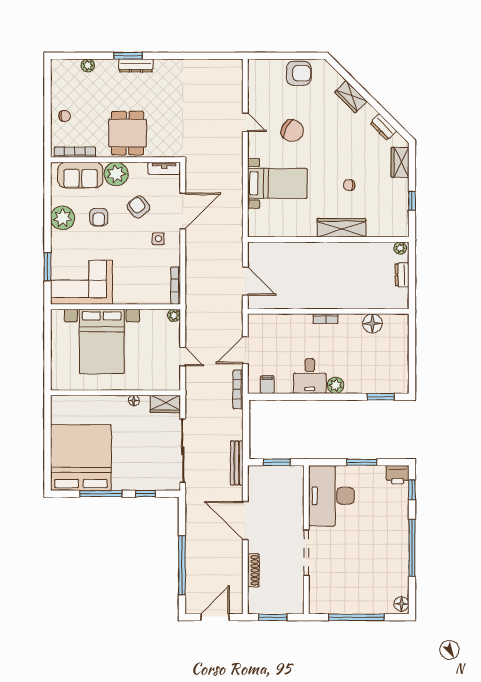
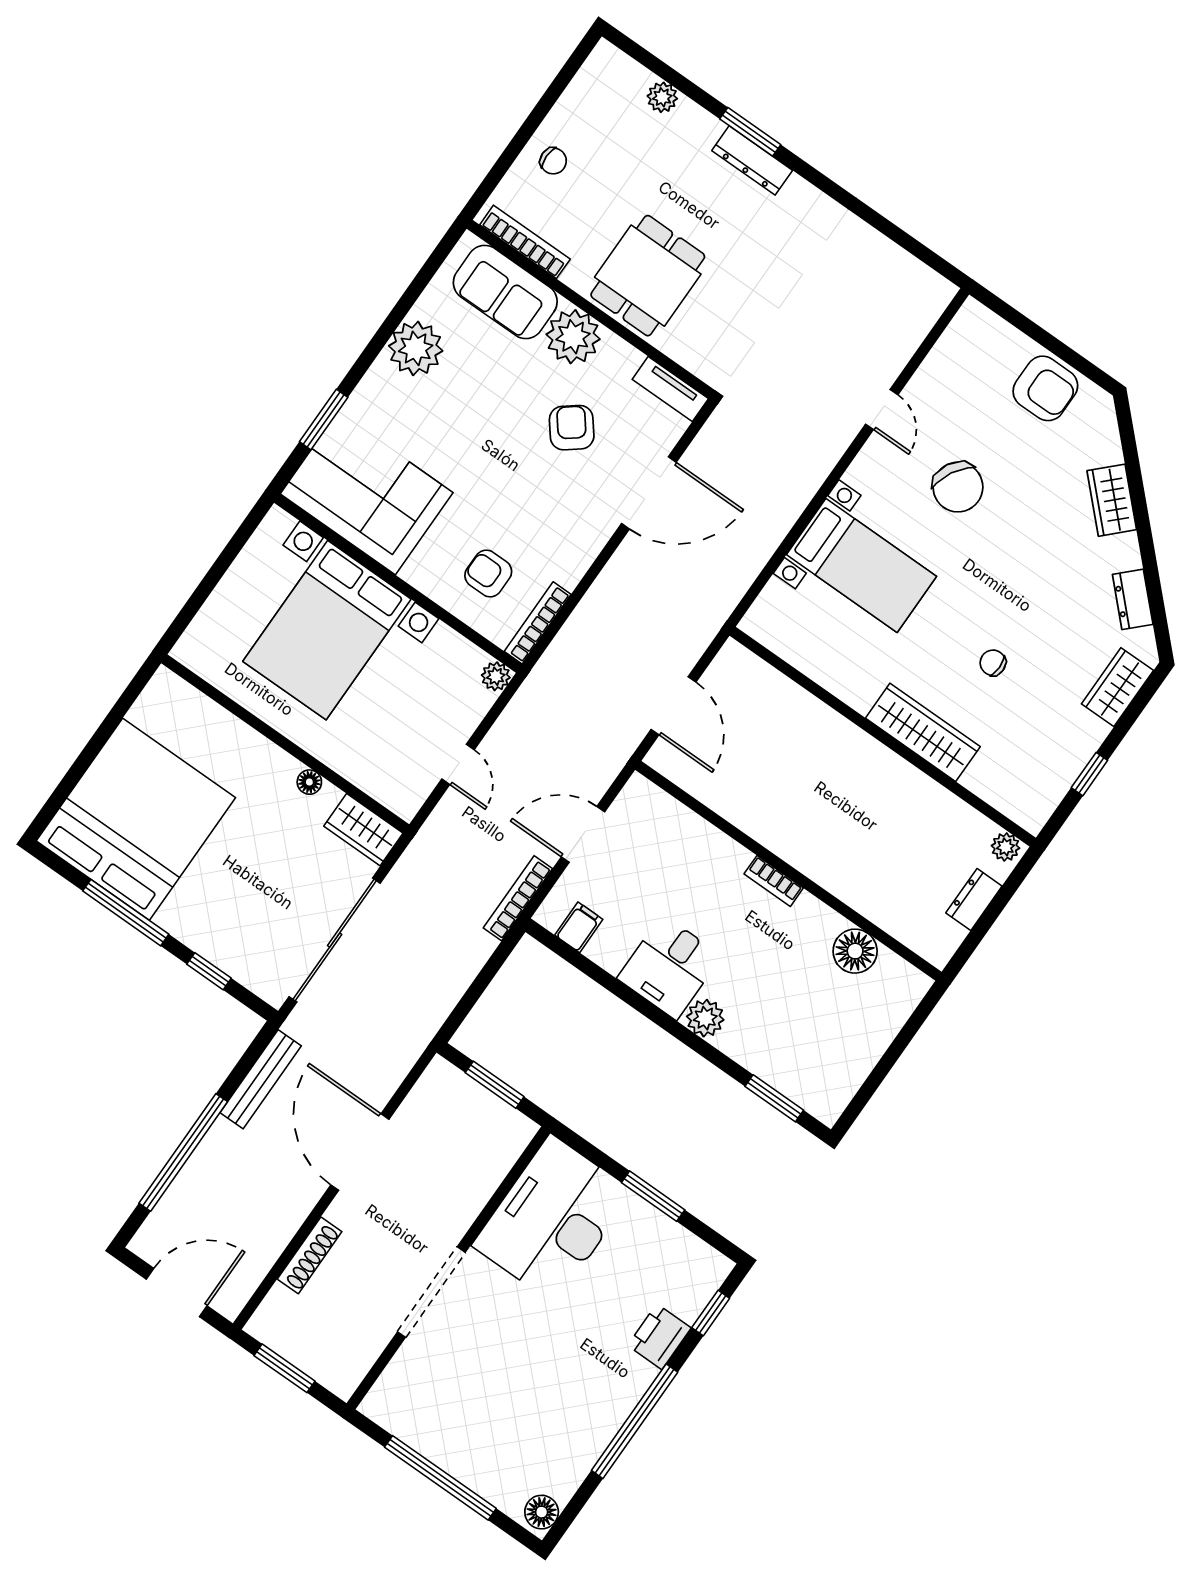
armchair: (99, 217) -> (488, 573), moved, turned 90
side table: (158, 239) -> (567, 513), removed
bench: (237, 463) -> (261, 1079), moved
printer: (398, 475) -> (659, 1337), moved, turned 90

